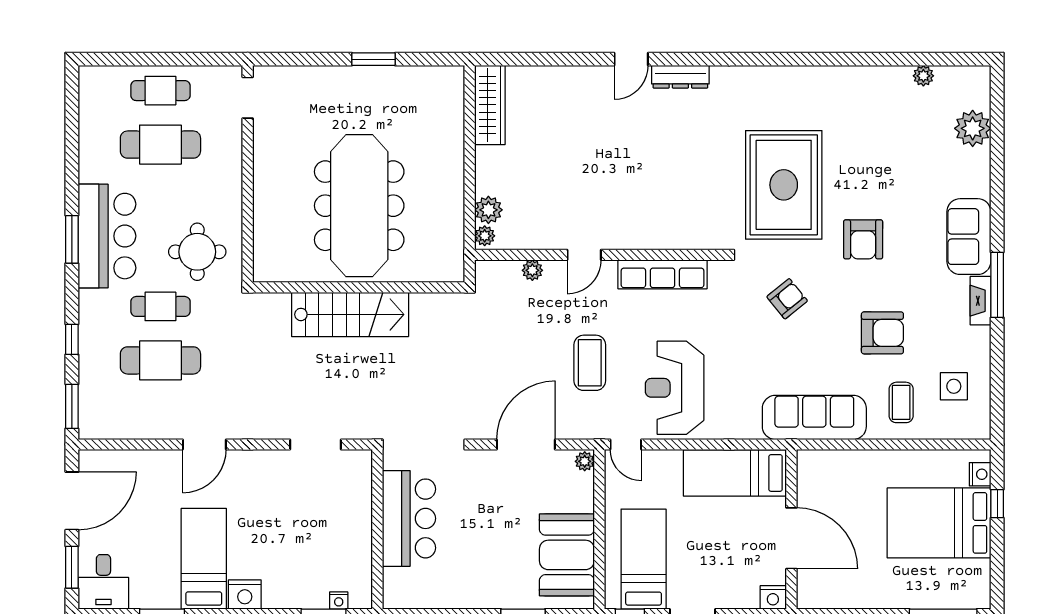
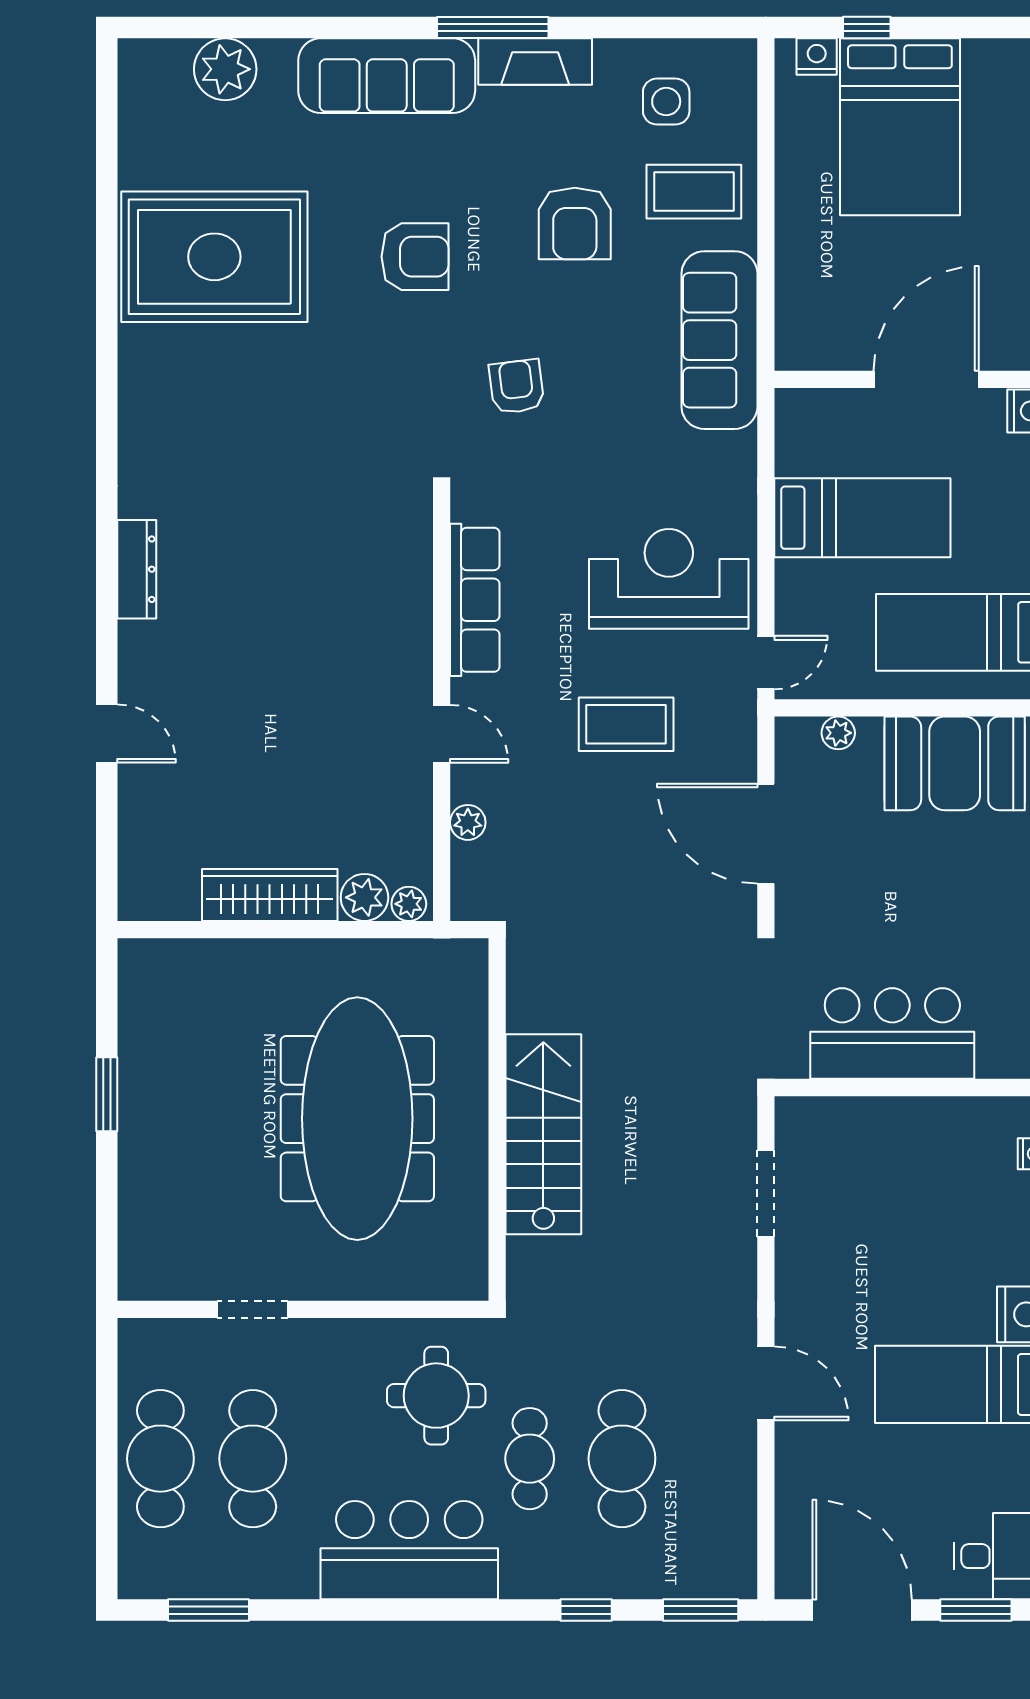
door: (631, 59) -> (107, 733), moved
plant: (923, 76) -> (135, 154), removed
cafe table: (160, 91) -> (160, 1459), width x1.37, depth x1.35
doorway: (248, 98) -> (253, 1309), moved
wardrobe: (490, 105) -> (270, 895), moved
rug: (784, 185) -> (214, 257), moved
meeting table: (359, 206) -> (357, 1119), turned 90
sofa: (969, 237) -> (387, 76), width x1.36
window: (72, 239) -> (209, 1610), moved
armchair: (787, 299) -> (517, 387), turned 32
fireplace: (981, 301) -> (535, 61), width x1.37, depth x1.32
armchair: (882, 333) -> (575, 224), turned 180
reception desk: (675, 388) -> (669, 579), turned 180
coffee table: (901, 402) -> (694, 192), width x1.36, depth x1.30
plant: (585, 461) -> (838, 733), moved
bed: (735, 473) -> (862, 518), moved, turned -90

